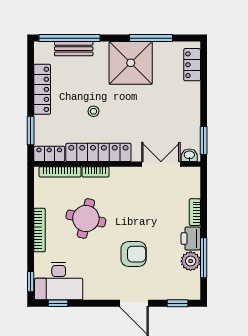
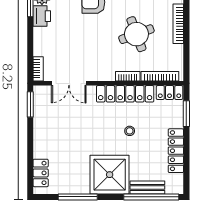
shower: (131, 63) -> (110, 175), moved
washbasin: (189, 155) -> (43, 91), removed
bookcase: (195, 212) -> (38, 69), moved
round table: (86, 218) -> (136, 34), turned -33

